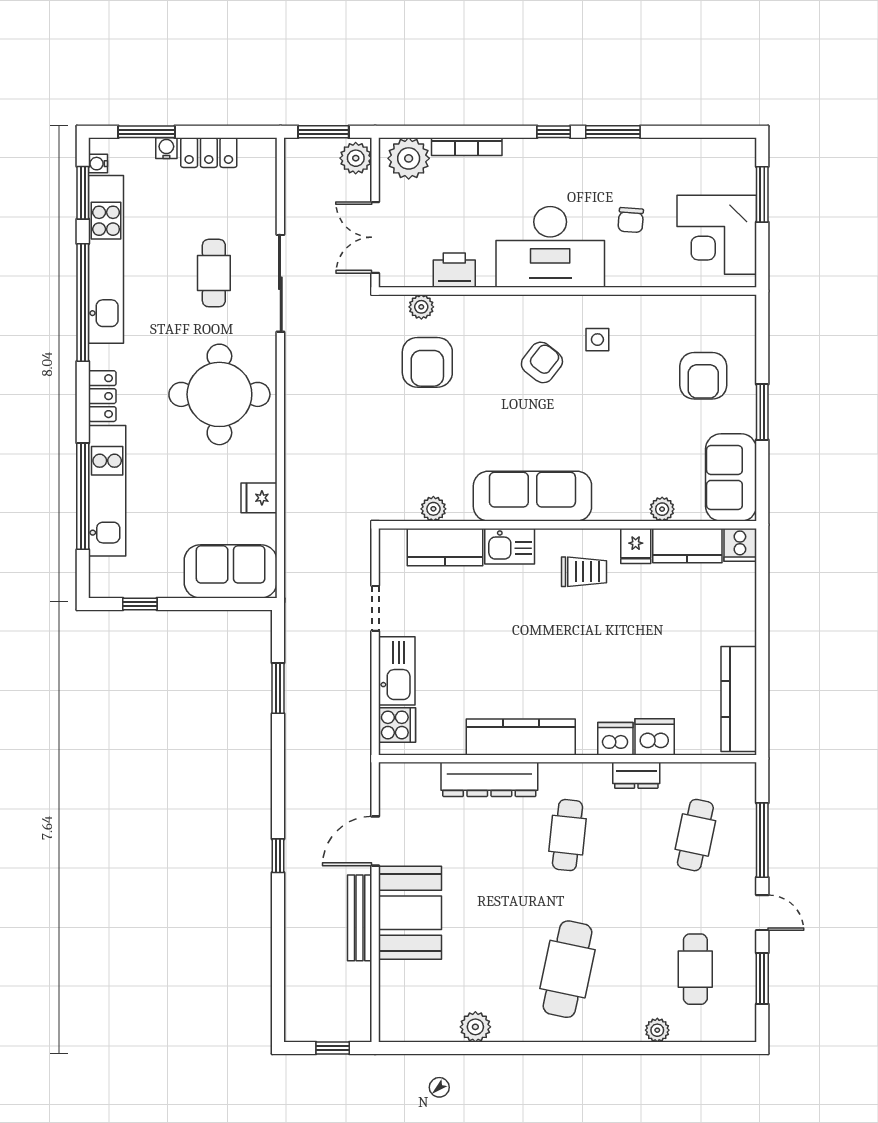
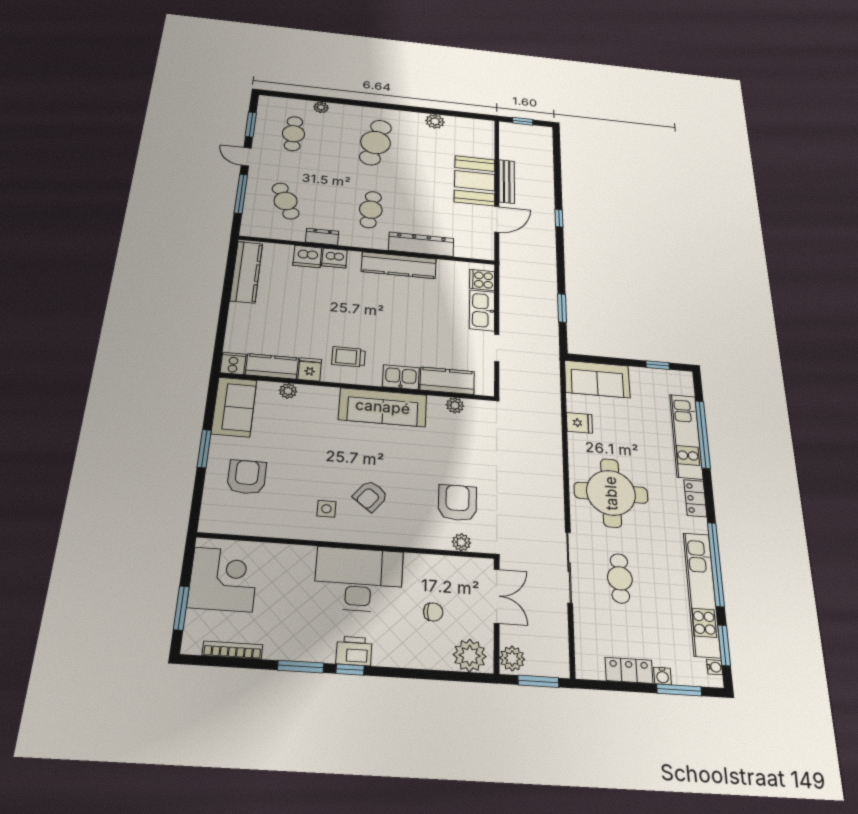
bookcase: (467, 147) -> (232, 650), moved
chair: (631, 220) -> (433, 612), moved, turned 86
printer: (454, 270) -> (354, 651), moved, turned 180
cafe table: (695, 835) -> (286, 201), turned -36

